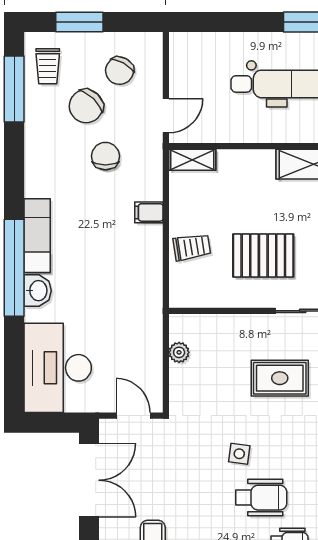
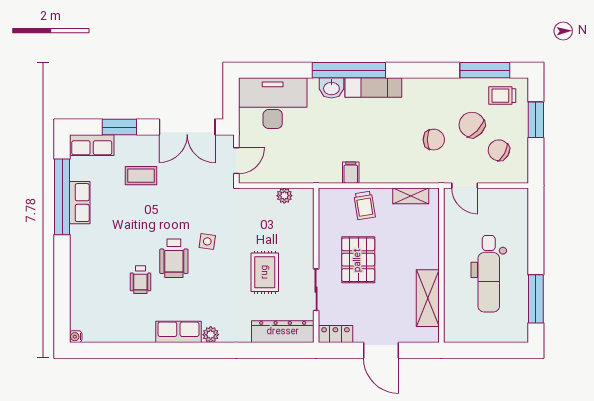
shelving: (192, 160) -> (411, 196), moved, turned 90
filing cabinet: (149, 212) -> (351, 173), moved

